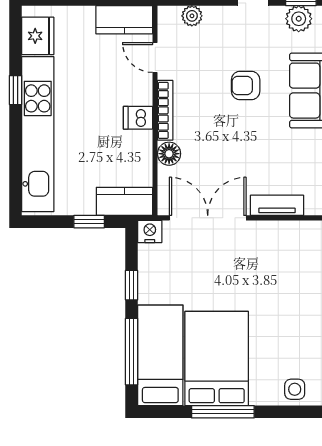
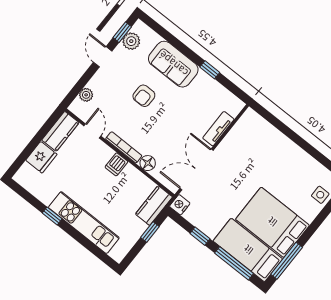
fridge: (38, 36) -> (41, 157), moved, turned 90
door: (155, 57) -> (92, 131), swing flipped
kitchen unit: (38, 134) -> (84, 223), width x0.73
window: (223, 412) -> (287, 261), moved

